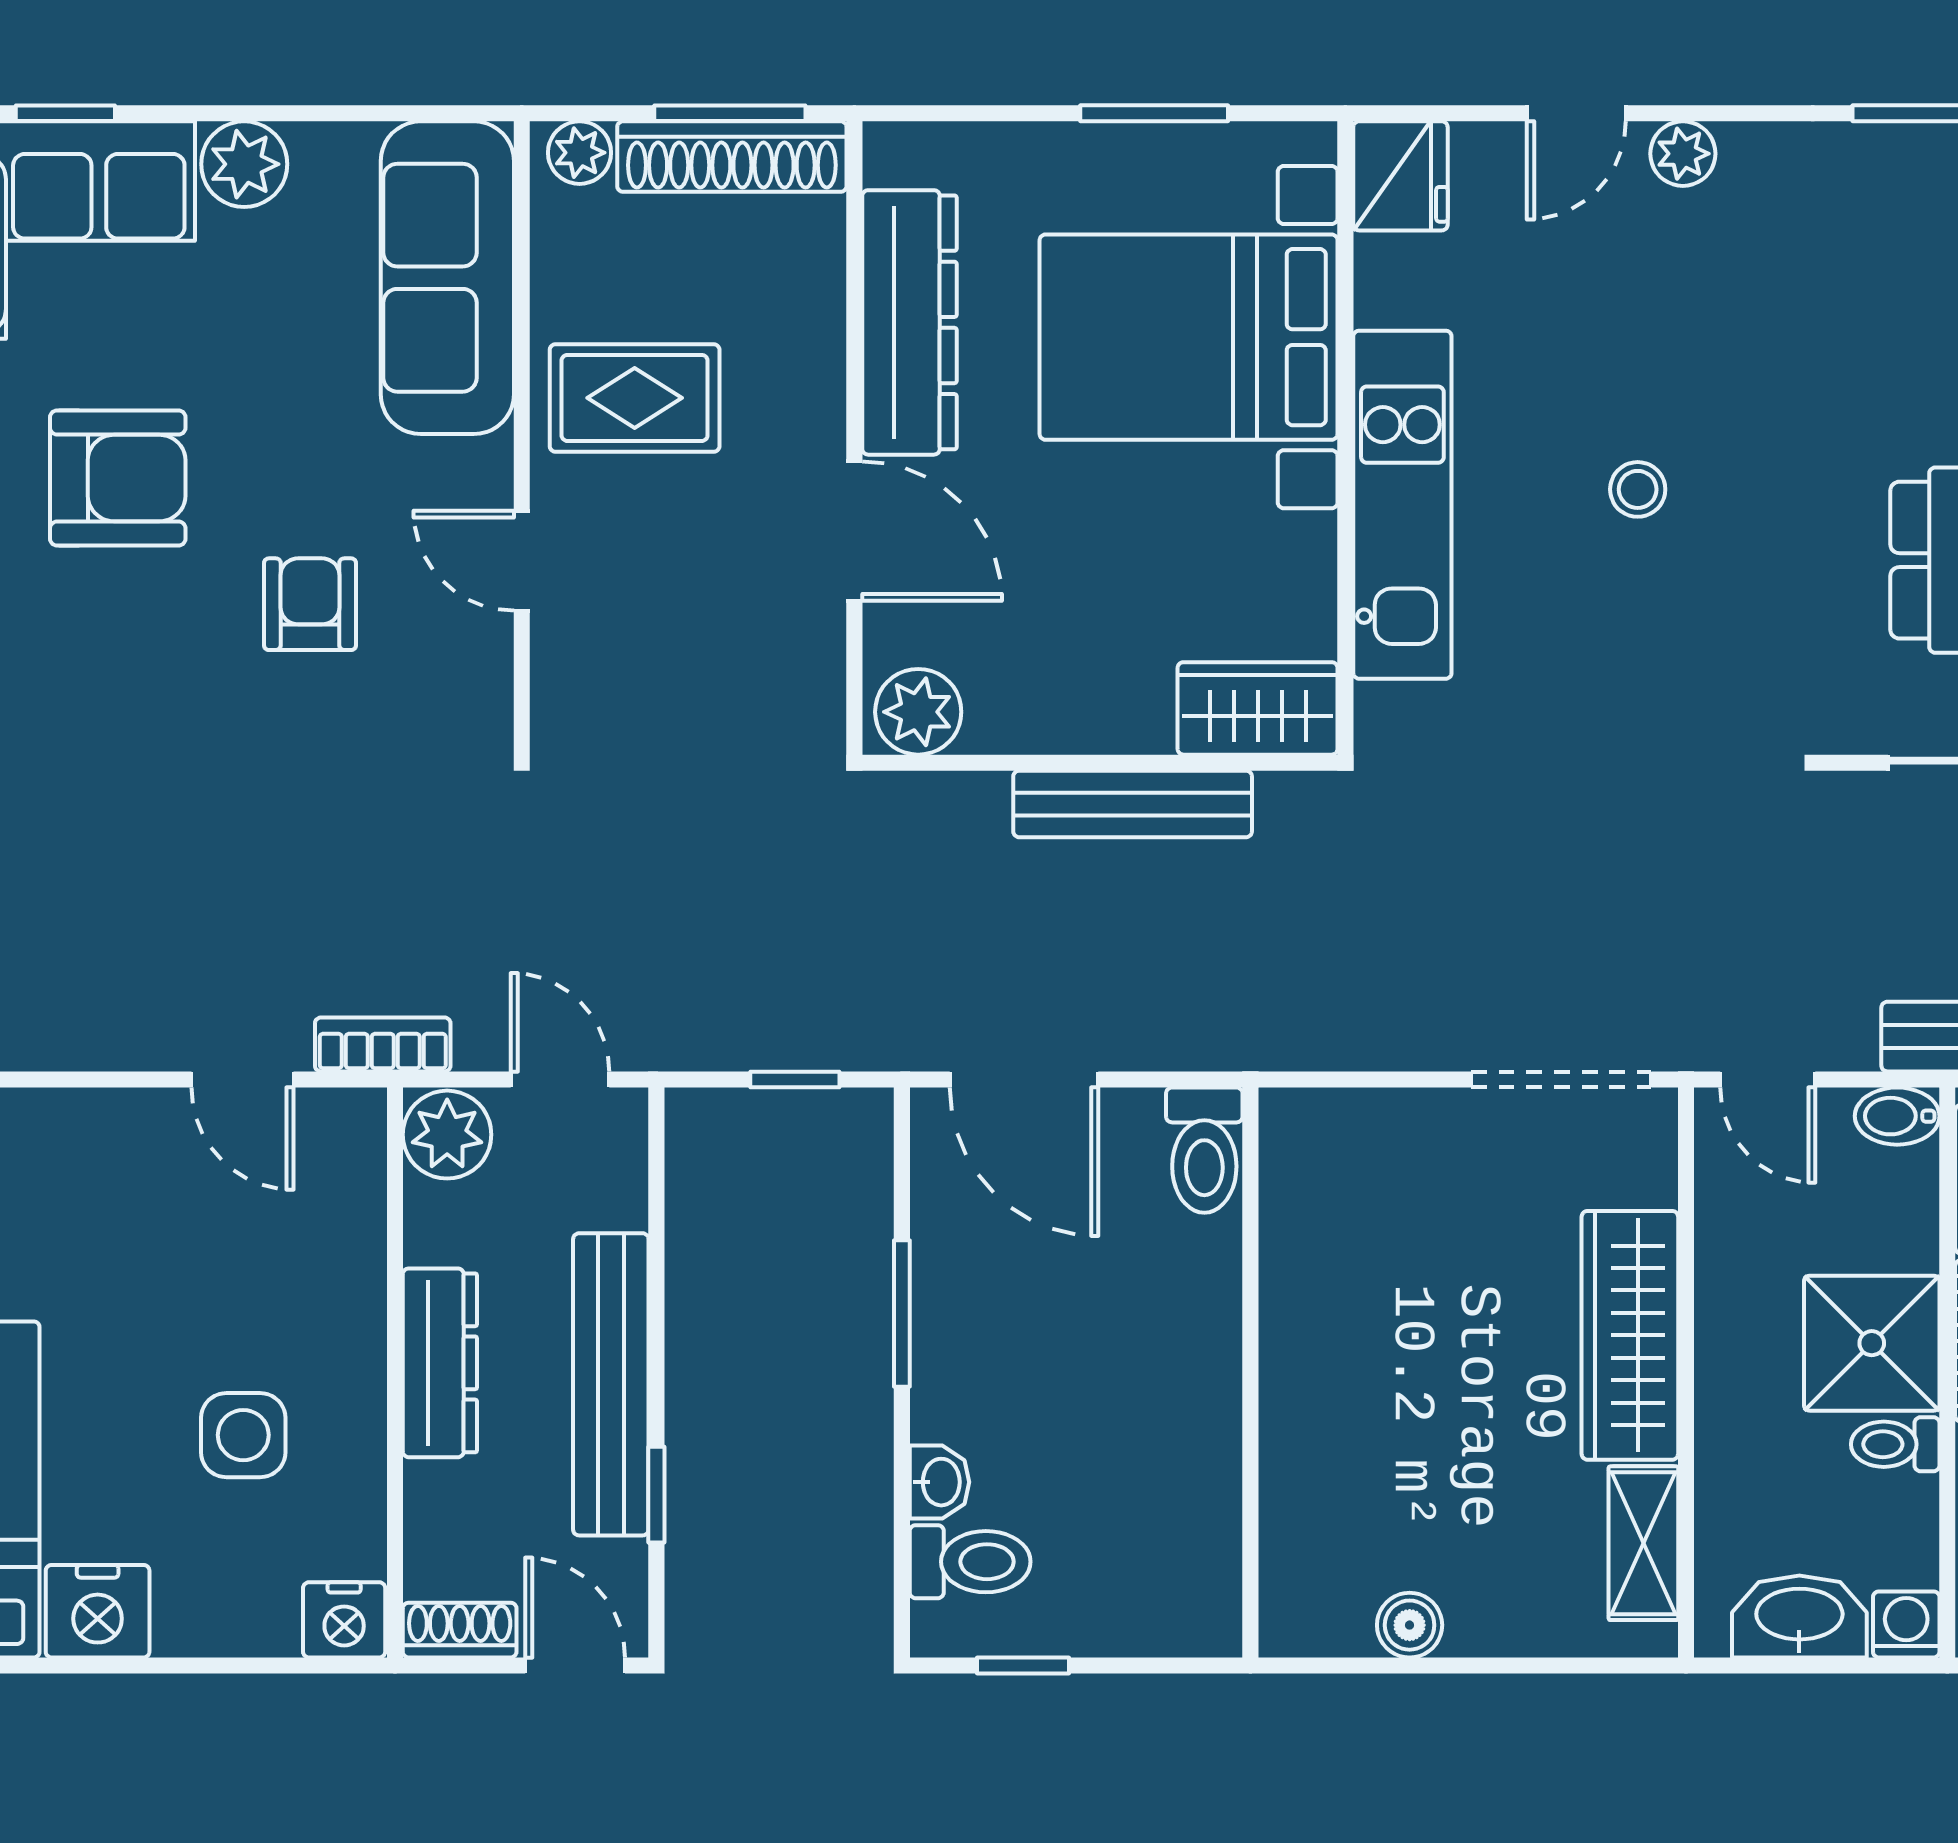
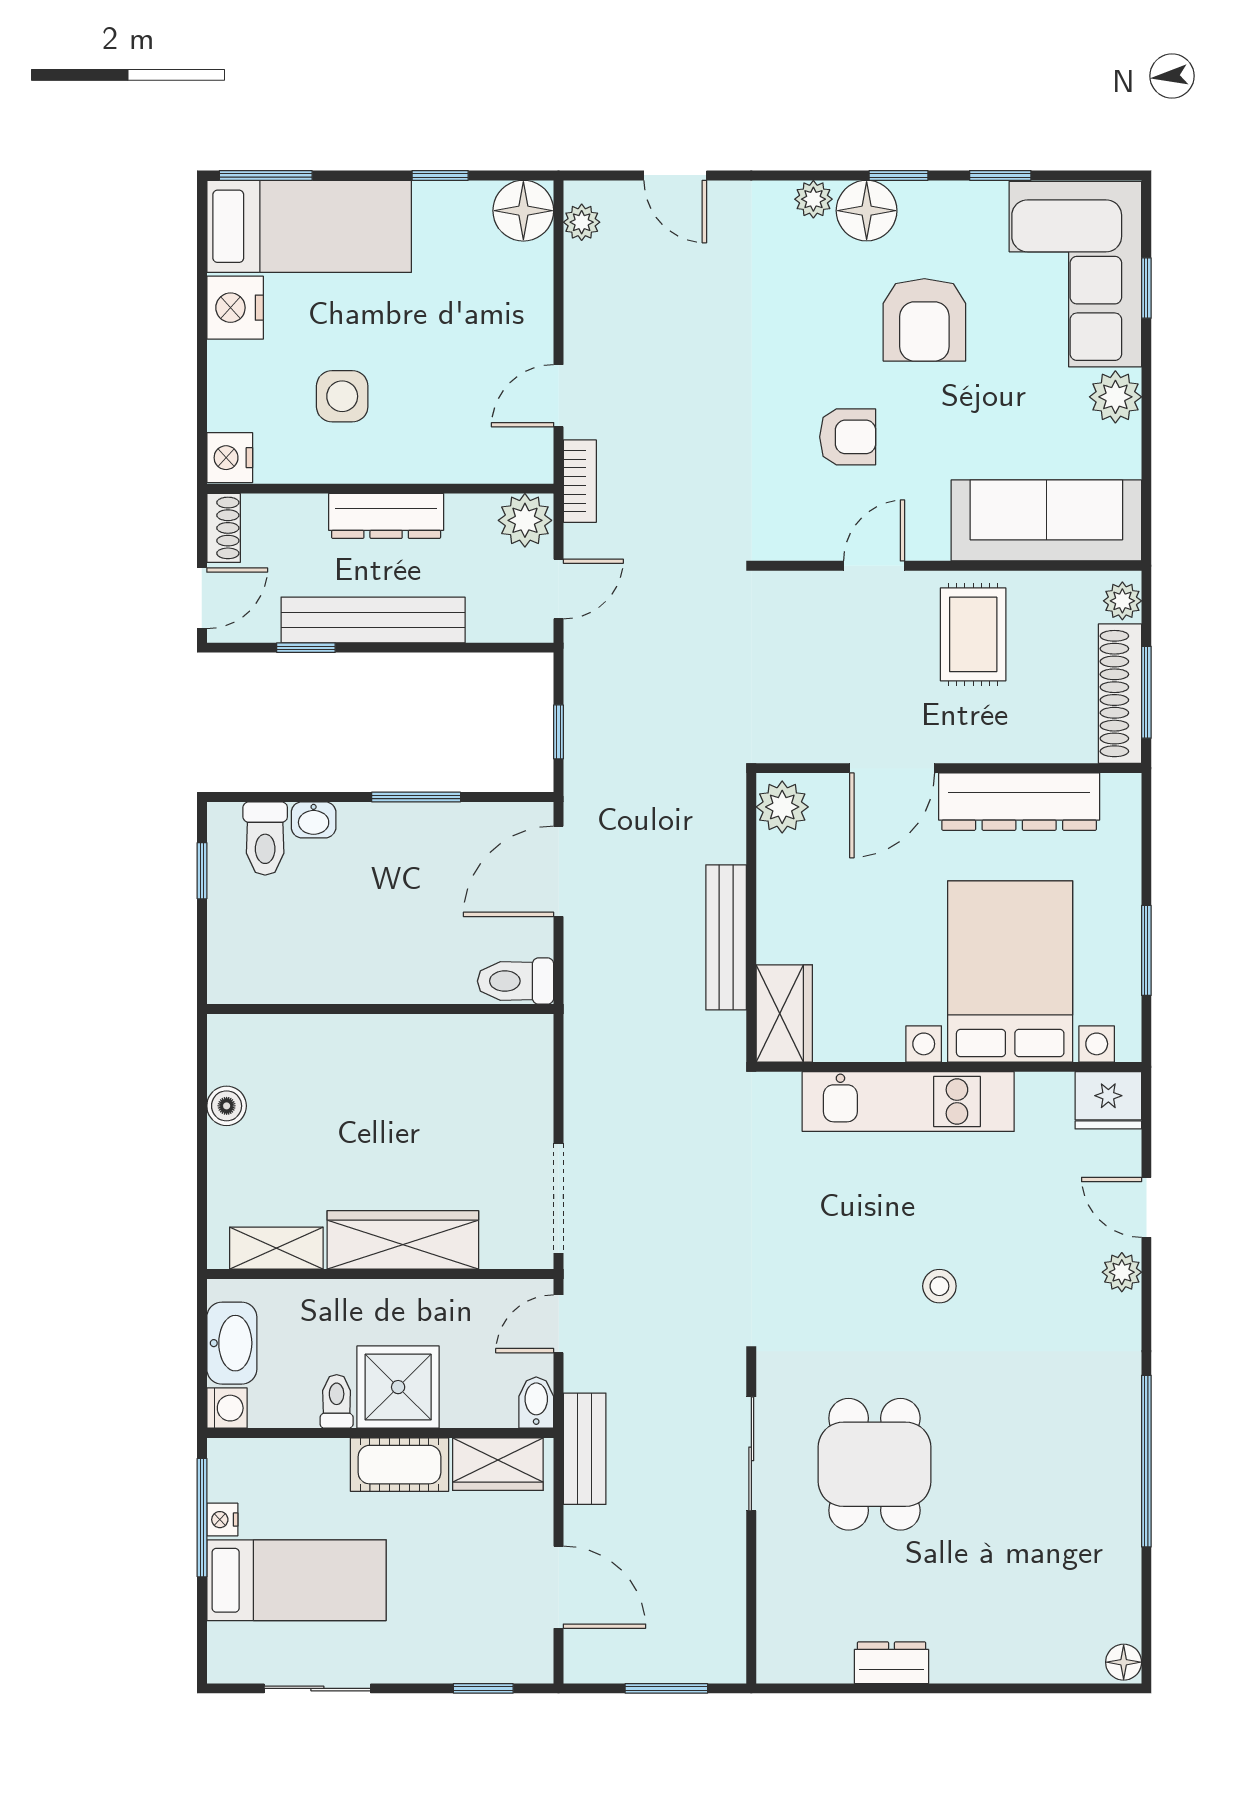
stool: (1638, 489) -> (939, 1286), moved

